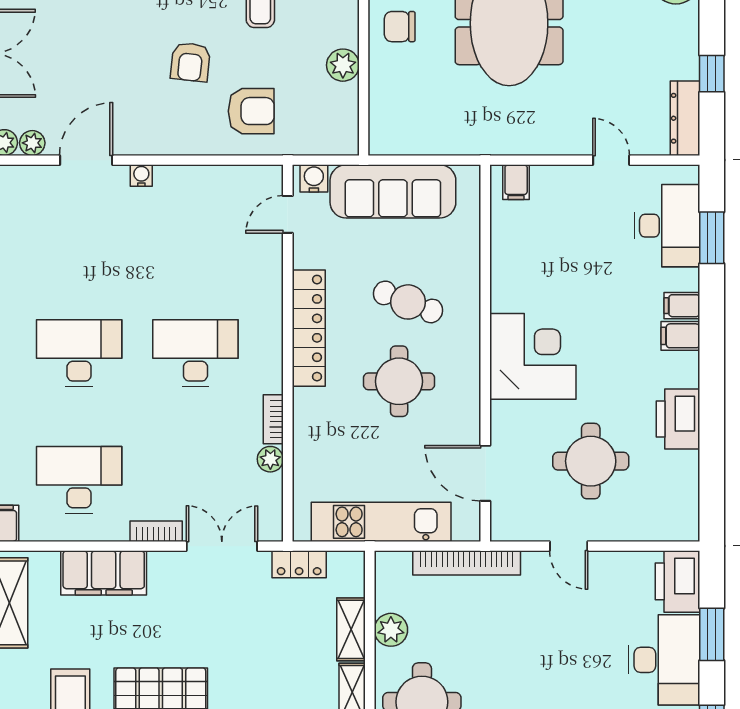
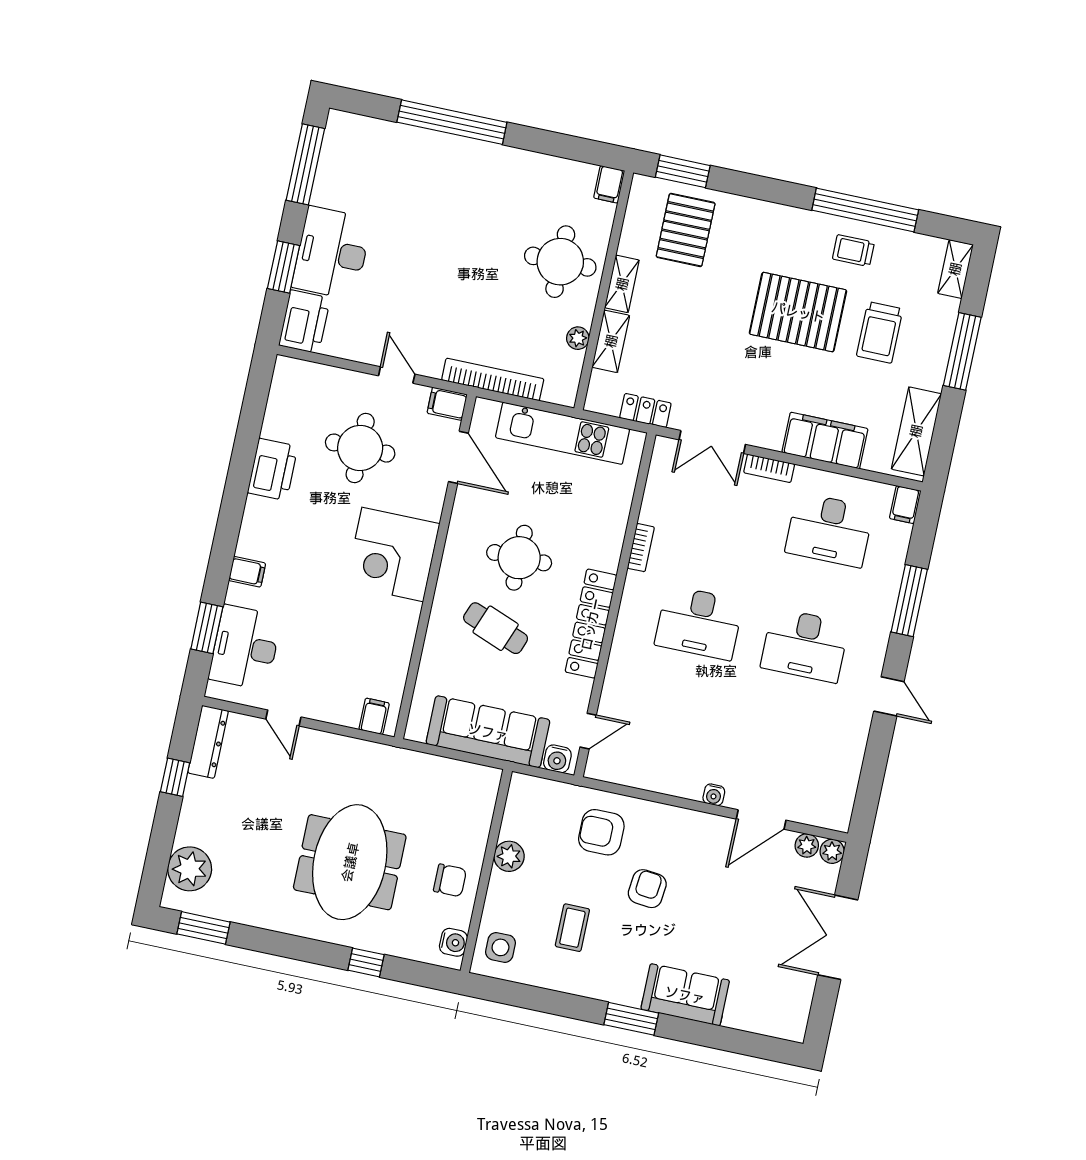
filing cabinet: (680, 336) -> (447, 404), moved, turned 180
plant: (270, 459) -> (651, 512), removed
plant: (391, 630) -> (578, 338), width x0.73, depth x0.73

